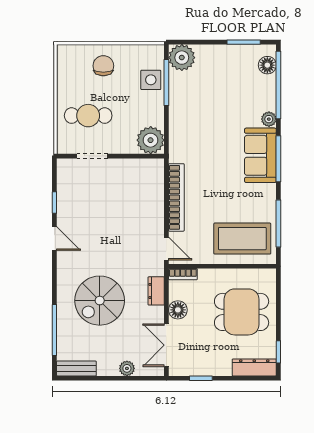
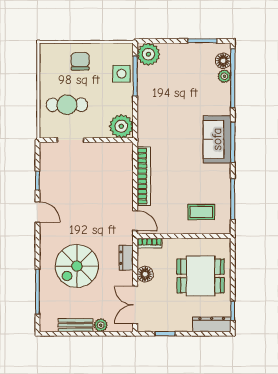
plant: (269, 119) -> (224, 76), moved
coffee table: (242, 239) -> (201, 212), width x0.54, depth x0.58
bench: (76, 368) -> (75, 325), moved

